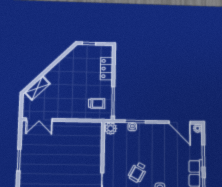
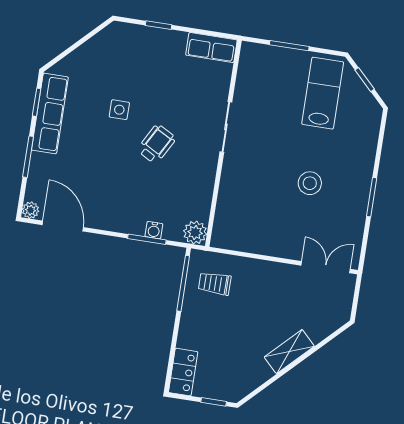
locker: (106, 69) -> (183, 372), moved
shelving: (37, 88) -> (289, 352), moved
stool: (53, 163) -> (310, 183), added

